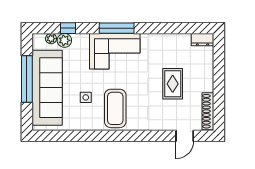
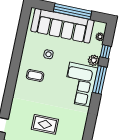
window: (117, 28) -> (100, 80), moved
plant: (64, 40) -> (94, 60), moved
coffee table: (115, 108) -> (35, 75), width x0.54, depth x0.58

